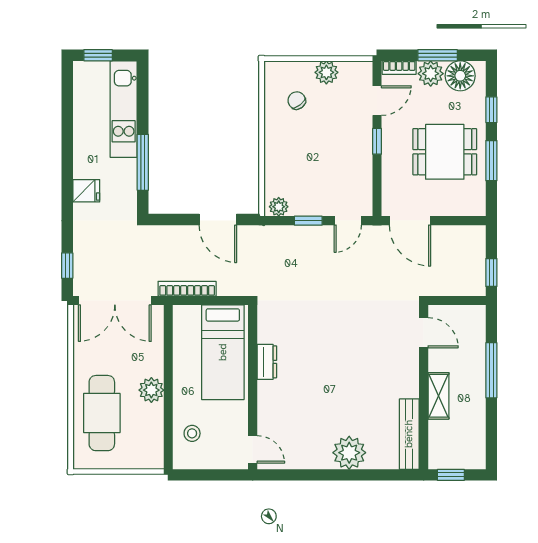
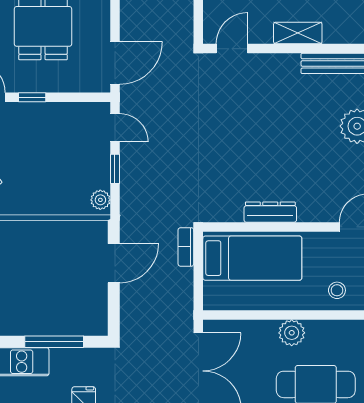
bookcase: (187, 289) -> (186, 247), moved, width x0.64
dresser: (267, 362) -> (270, 212), width x1.44

